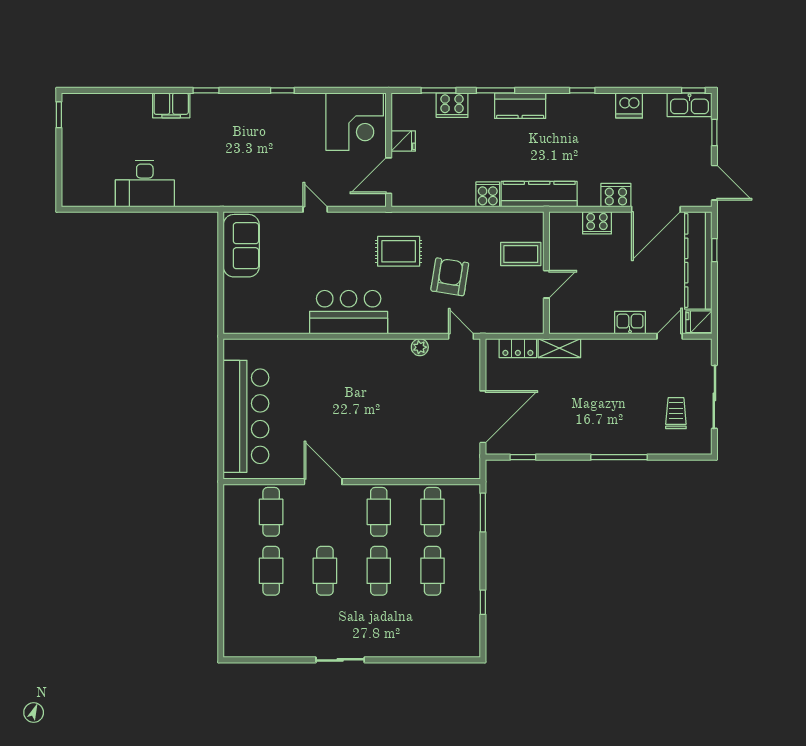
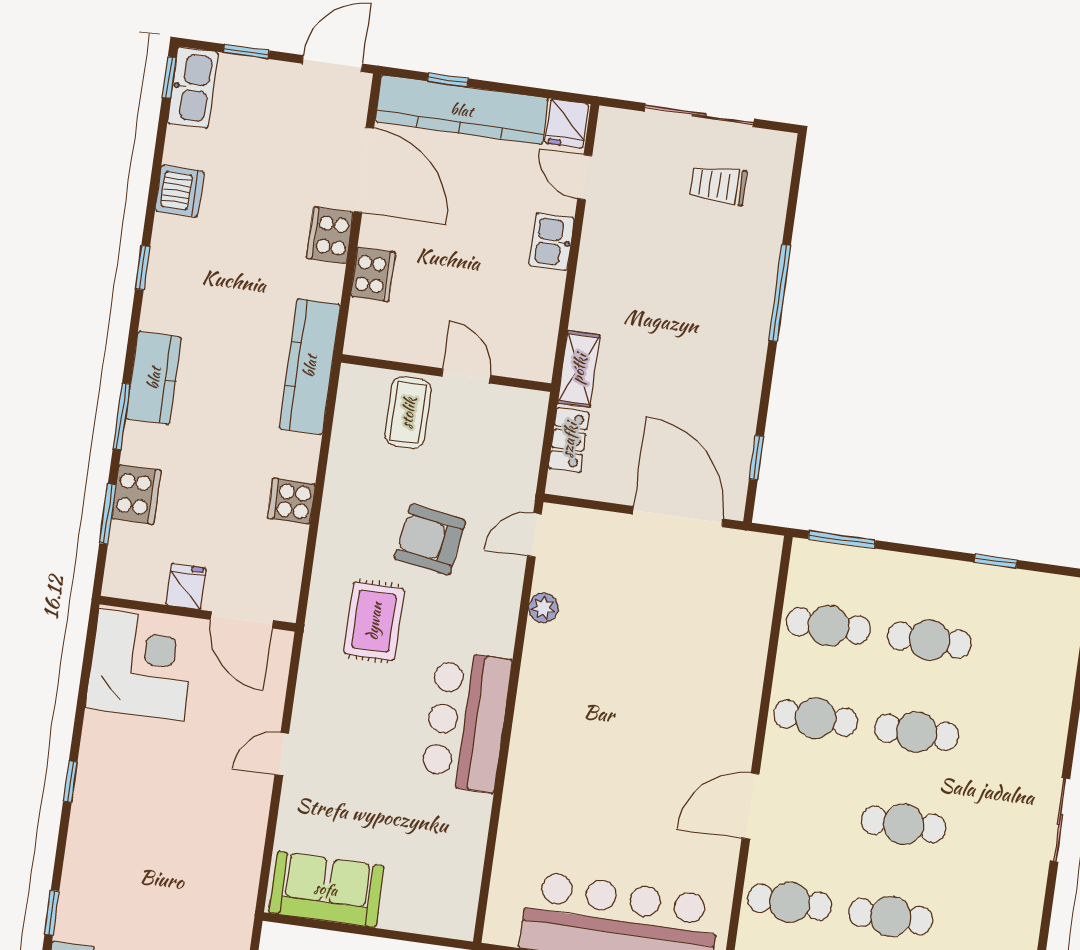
cooker: (488, 194) -> (291, 501), moved

